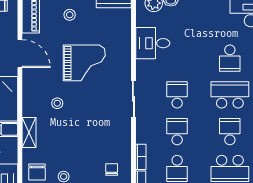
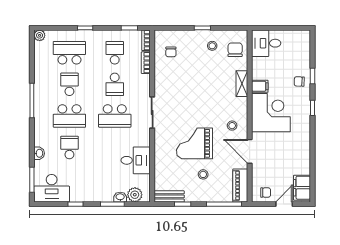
stool: (70, 15) -> (203, 174), moved
school desk: (177, 95) -> (115, 116), width x1.85
stool: (57, 103) -> (232, 126), moved
school desk: (230, 132) -> (69, 84), turned 180

